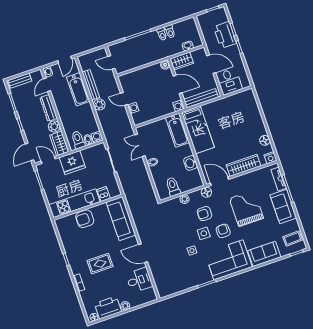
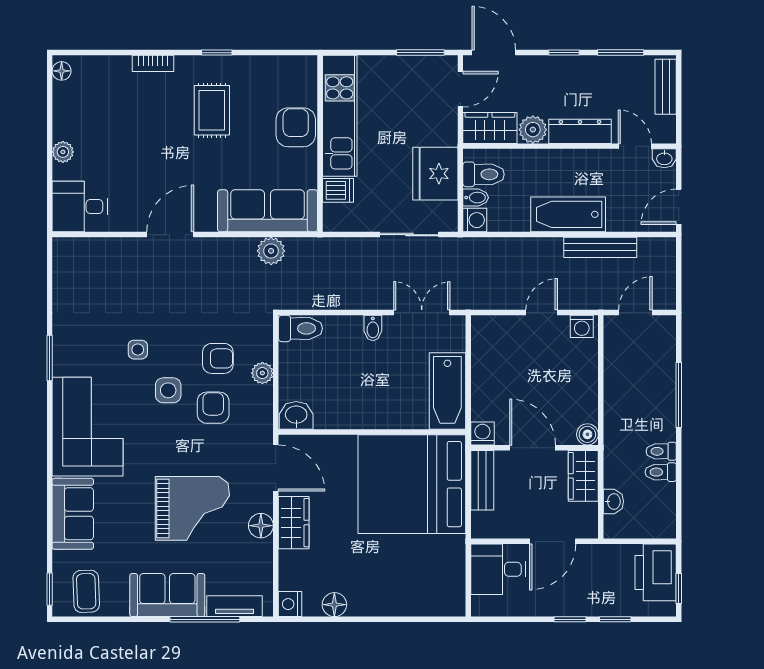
printer: (225, 35) -> (656, 572), moved, turned -90
door: (65, 60) -> (679, 207), hinge flipped
door: (178, 84) -> (533, 448), swing flipped
bathtub: (78, 89) -> (568, 214), moved
bench: (201, 98) -> (482, 480), width x0.73
plant: (99, 105) -> (271, 251), moved
washing machine: (133, 108) -> (582, 326), moved
bathtub: (177, 130) -> (447, 391), moved, turned -90
bed: (198, 130) -> (412, 484), width x2.04
fridge: (72, 163) -> (435, 174), moved
washbasin: (190, 163) -> (296, 415), moved
wardrobe: (243, 165) -> (294, 523), width x0.67
door: (220, 181) -> (276, 468), hinge flipped
toilet: (173, 187) -> (300, 328), moved
floor lamp: (206, 192) -> (261, 526), moved
armchair: (223, 231) -> (218, 358), moved
rug: (100, 264) -> (212, 110), moved
desk: (139, 280) -> (80, 206), moved, turned 90
printer: (108, 308) -> (73, 111), removed

